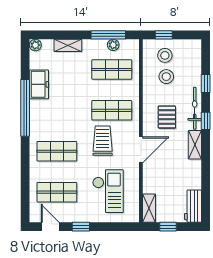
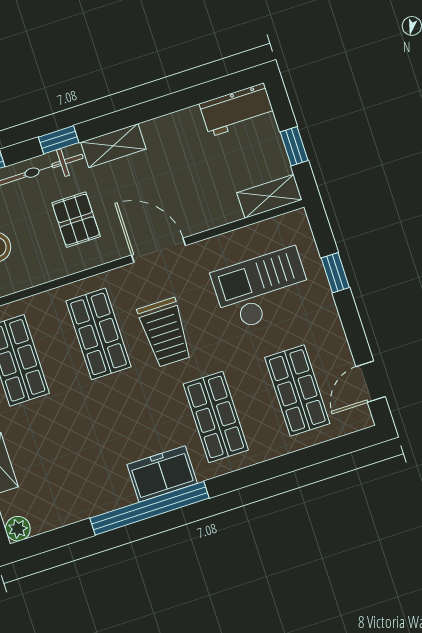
freezer: (39, 84) -> (162, 474), moved
pallet: (167, 117) -> (76, 220), turned 90
trolley: (103, 141) -> (165, 333), turned -90
window: (81, 227) -> (335, 273), moved

